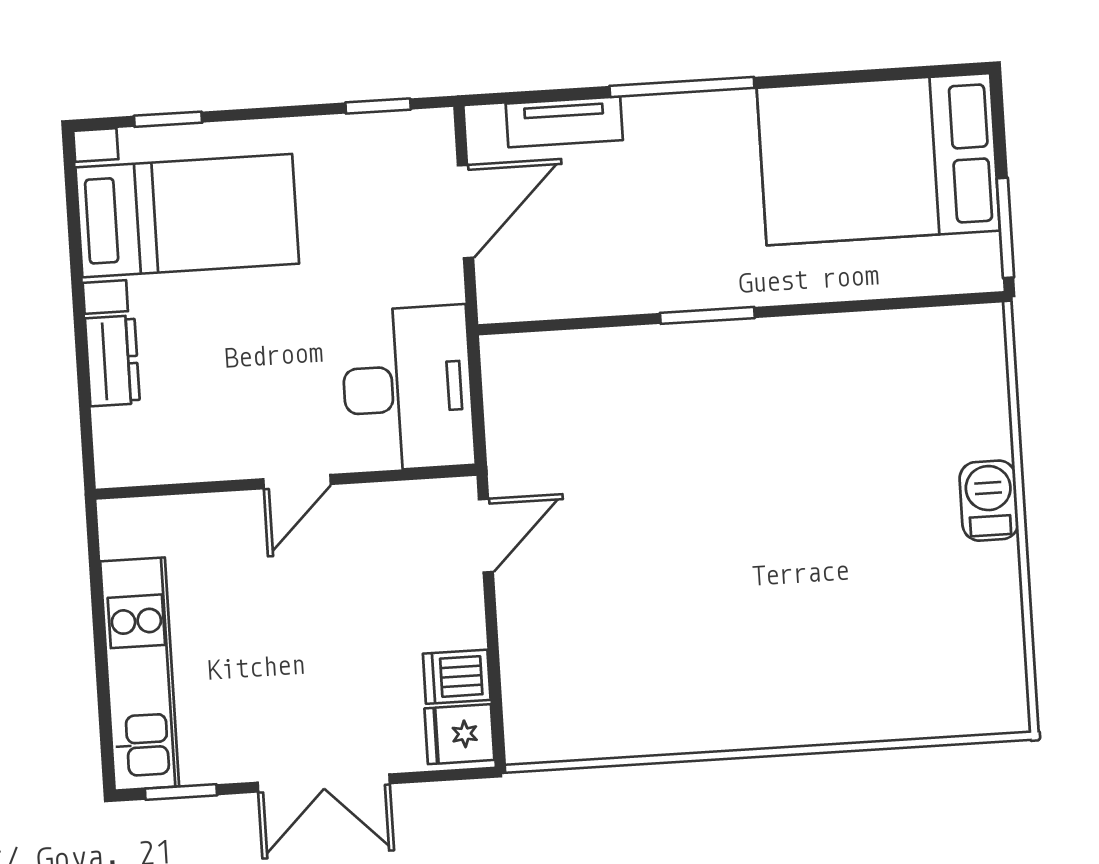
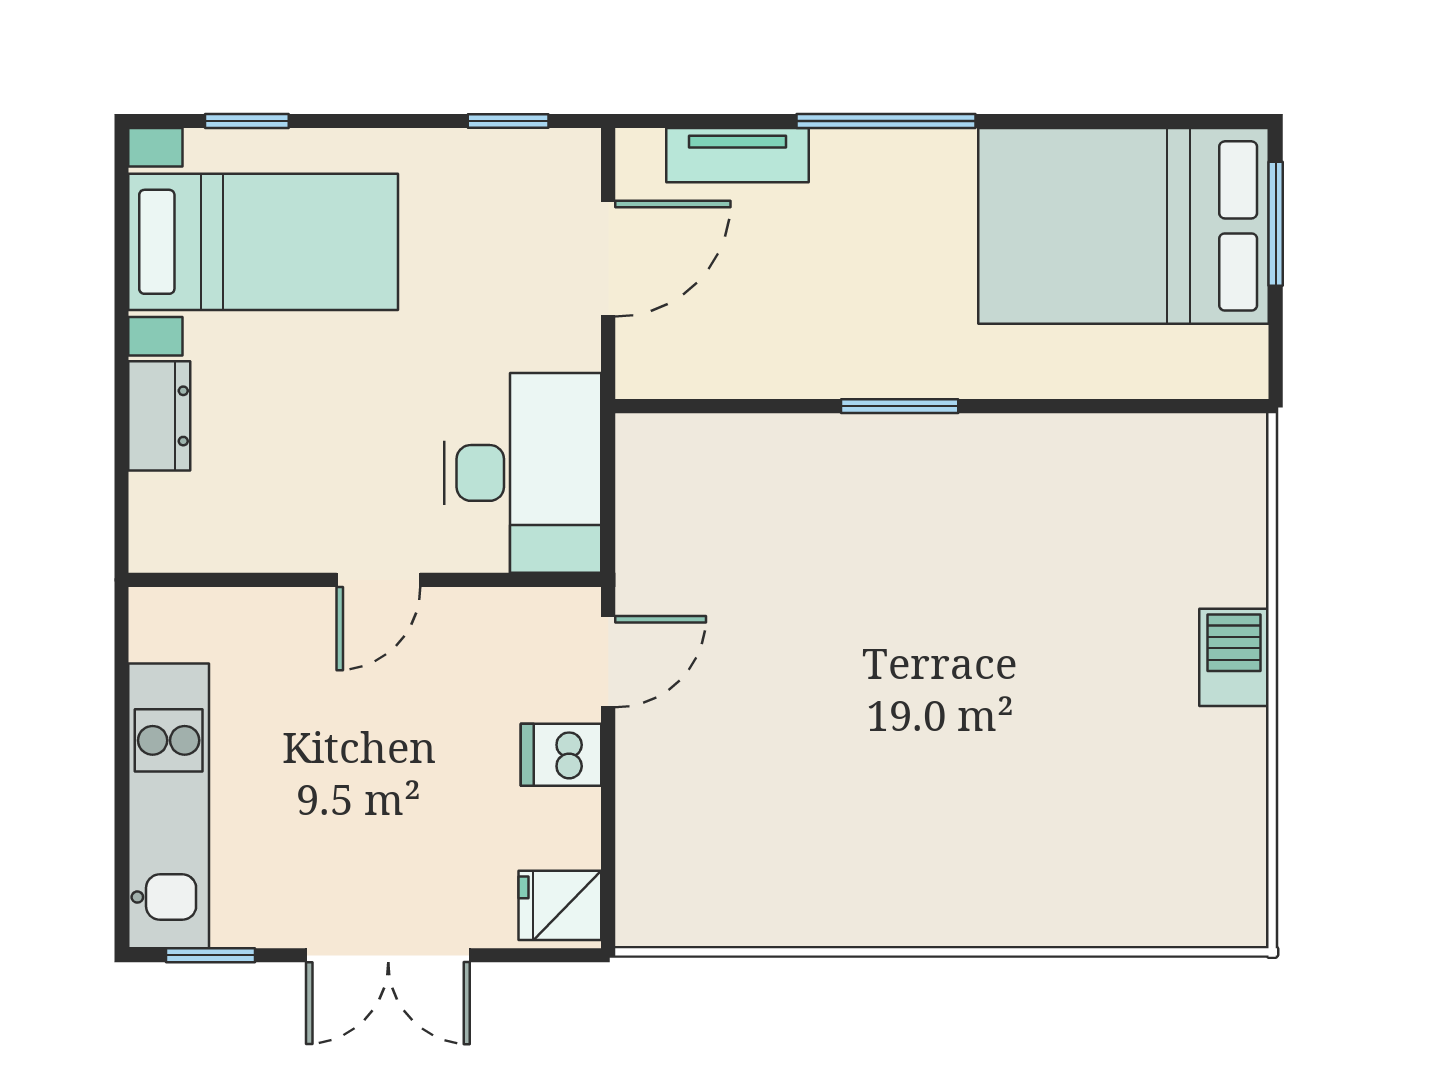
window: (1005, 228) -> (1276, 224), moved
dishwasher: (457, 677) -> (561, 755), moved

